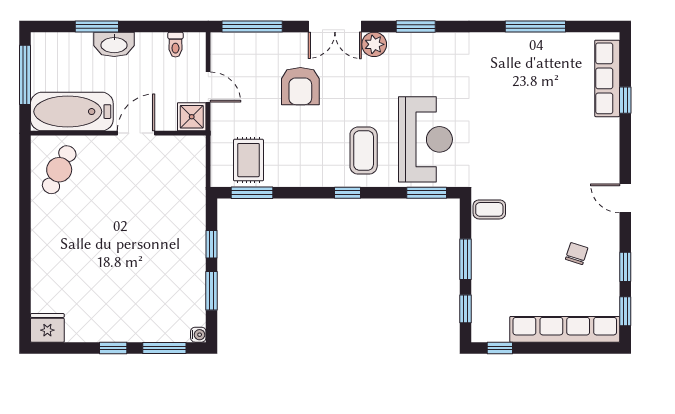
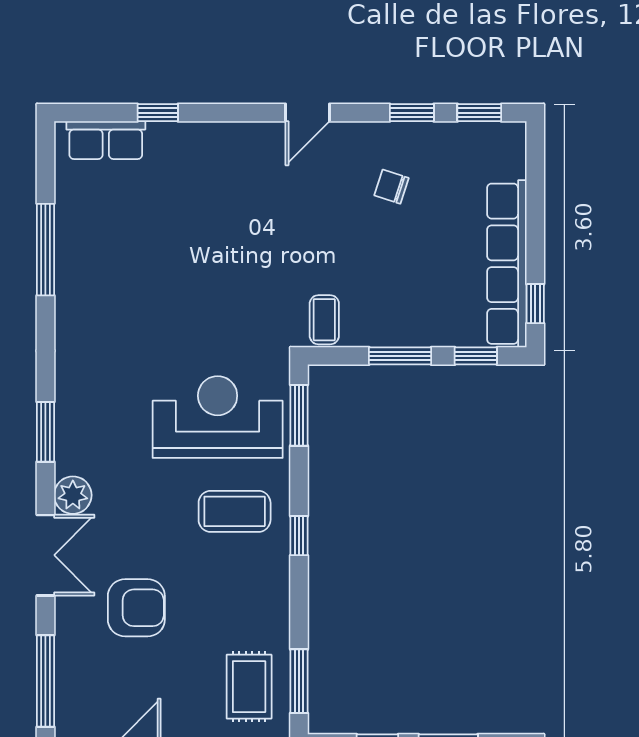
row of seats: (607, 78) -> (106, 140), width x0.68
rug: (248, 160) -> (249, 687), turned 90
row of seats: (565, 329) -> (507, 264), moved

